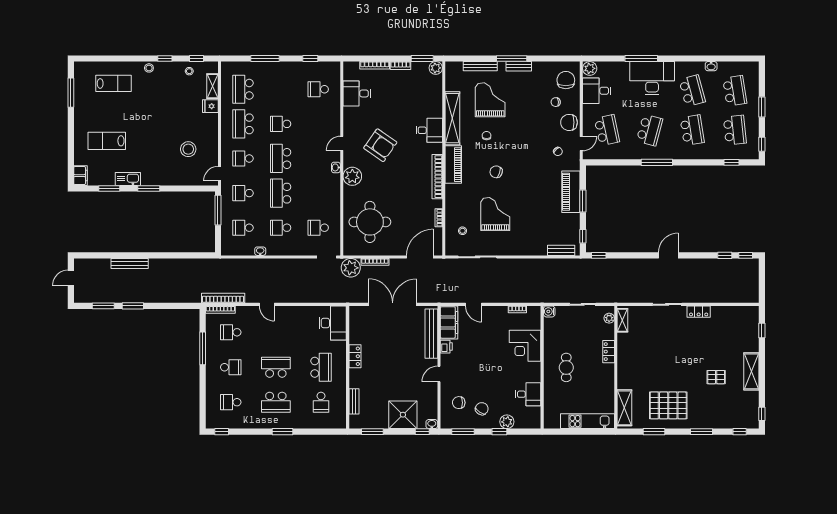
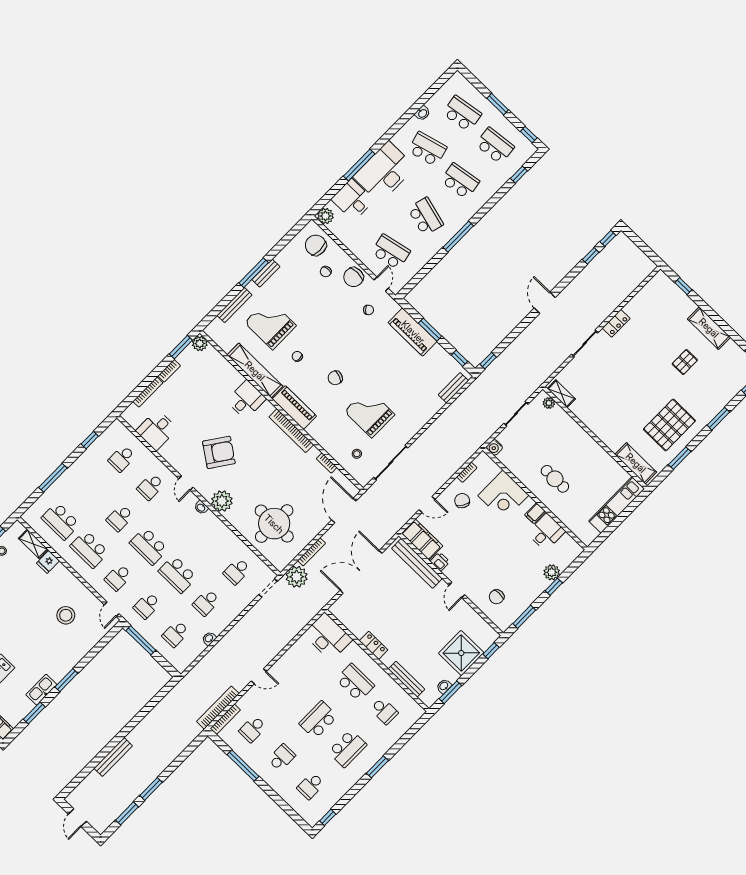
desk: (597, 91) -> (353, 200), moved, turned 90
school desk: (318, 124) -> (151, 487), added
locker: (609, 352) -> (576, 431), removed
filing cabinet: (533, 376) -> (535, 513), added
bench: (354, 401) -> (406, 679), width x1.36
chair: (482, 409) -> (462, 501), moved
washbasin: (432, 424) -> (444, 686), moved

